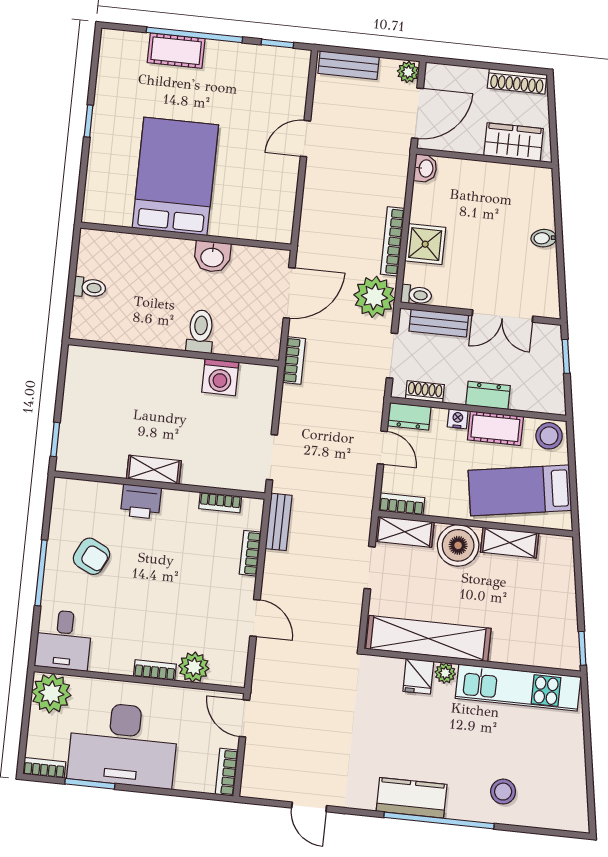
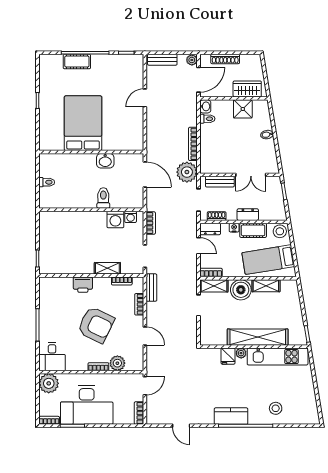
shoe rack: (517, 81) -> (225, 59), moved
shower: (425, 244) -> (243, 109), moved
door: (289, 293) -> (145, 175), hinge flipped
toilet: (416, 295) -> (207, 119), moved
bookcase: (294, 361) -> (151, 223), moved
washing machine: (251, 375) -> (131, 217), added
shelving: (154, 470) -> (107, 268), moved
armchair: (91, 556) -> (96, 325), moved, width x1.88, depth x1.88
shelving: (428, 639) -> (258, 337), moved
door: (244, 718) -> (145, 386), swing flipped

